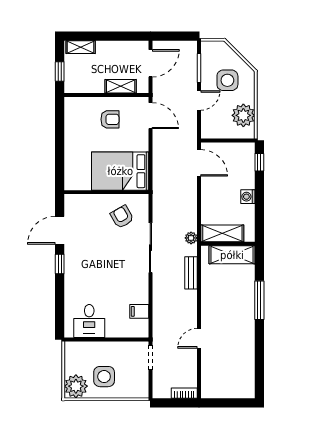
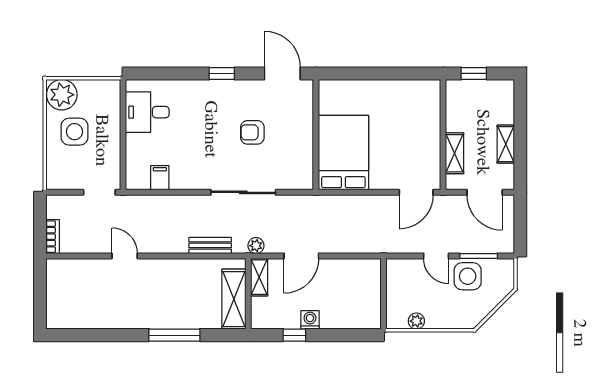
shelving: (81, 47) -> (506, 144), moved
side table: (227, 80) -> (468, 276), moved
plant: (243, 115) -> (416, 321), width x0.53, depth x0.53
armchair: (110, 119) -> (411, 139), removed
window: (259, 162) -> (294, 335), moved
door: (199, 163) -> (301, 256), moved
armchair: (122, 217) -> (252, 132), moved, turned -150
door: (60, 230) -> (282, 73), moved
shelving: (222, 233) -> (259, 277), width x0.67, depth x0.75

